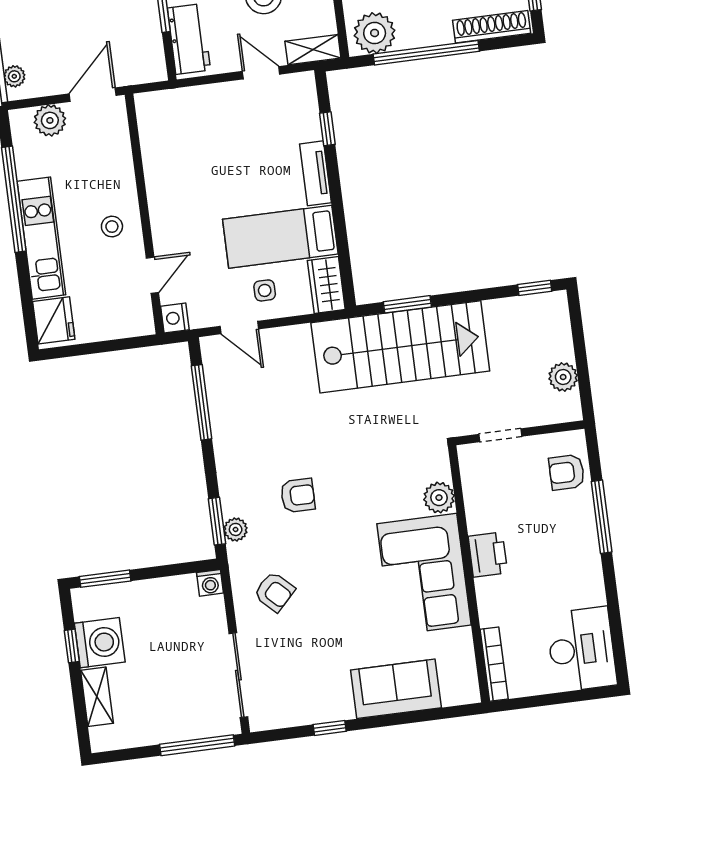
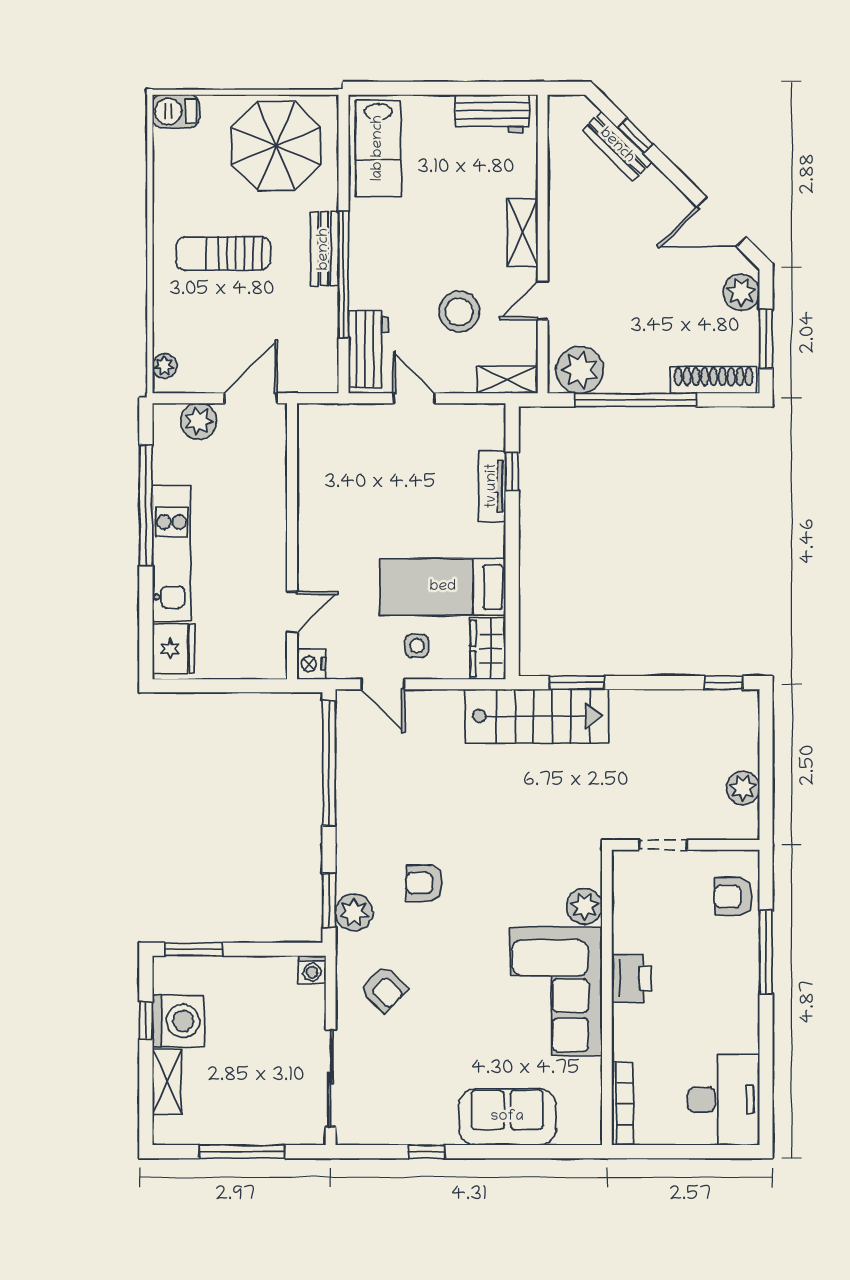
door: (261, 73) -> (414, 398), moved
tv unit: (315, 173) -> (492, 486), moved
stool: (112, 227) -> (253, 551), removed
stairs: (400, 347) -> (537, 716), width x0.73, depth x0.66
window: (202, 402) -> (329, 763), width x1.46
armchair: (298, 495) -> (424, 883), turned 180
plant: (236, 529) -> (354, 913), width x1.38, depth x1.38
window: (197, 745) -> (242, 1152), moved

